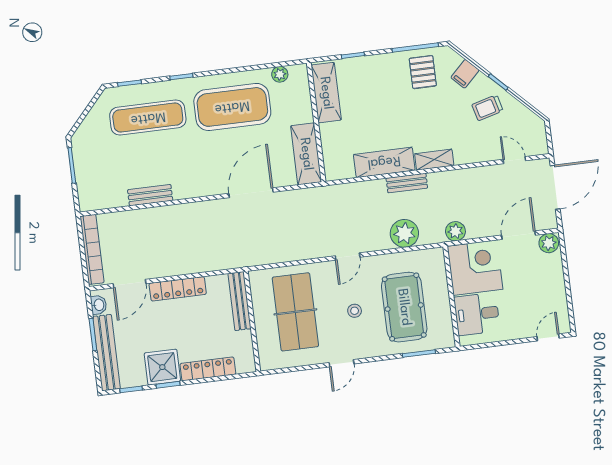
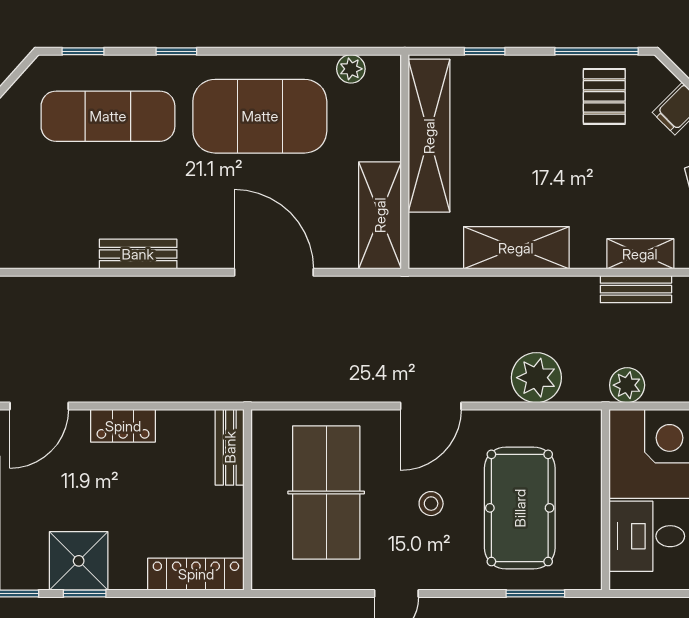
shelving: (326, 93) -> (429, 136), width x1.47
shelving: (434, 160) -> (640, 254), moved
bench: (407, 183) -> (636, 289), moved
door: (251, 193) -> (274, 272), hinge flipped
bench: (150, 195) -> (138, 254), moved
door: (348, 256) -> (431, 406), width x1.38
locker: (178, 289) -> (123, 426), width x0.66
bench: (239, 301) -> (230, 447), width x0.73
locker: (208, 369) -> (196, 574), moved

